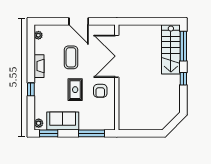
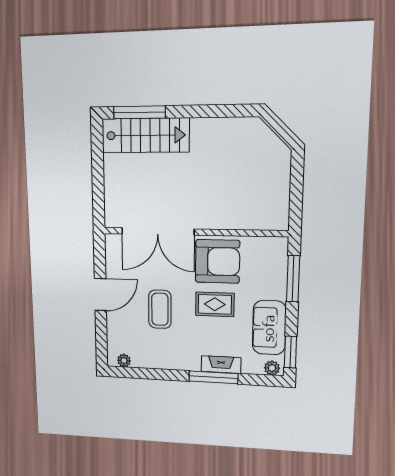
coffee table: (71, 57) -> (160, 309), turned 90
fireplace: (39, 66) -> (221, 365), moved
window: (183, 79) -> (197, 111), removed
window: (31, 89) -> (213, 377), width x2.17
armchair: (100, 91) -> (217, 261), width x1.88, depth x1.88

